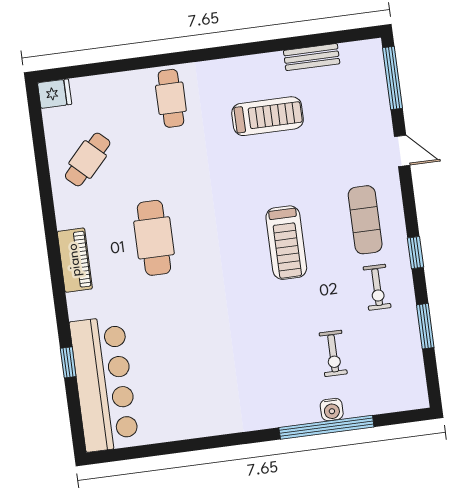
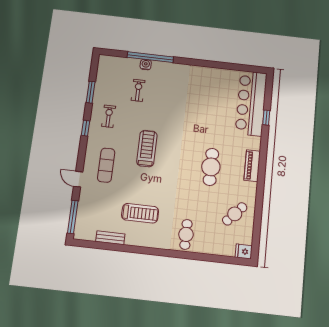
treadmill: (268, 116) -> (140, 213), turned 180
exercise mat: (365, 220) -> (106, 165), moved

